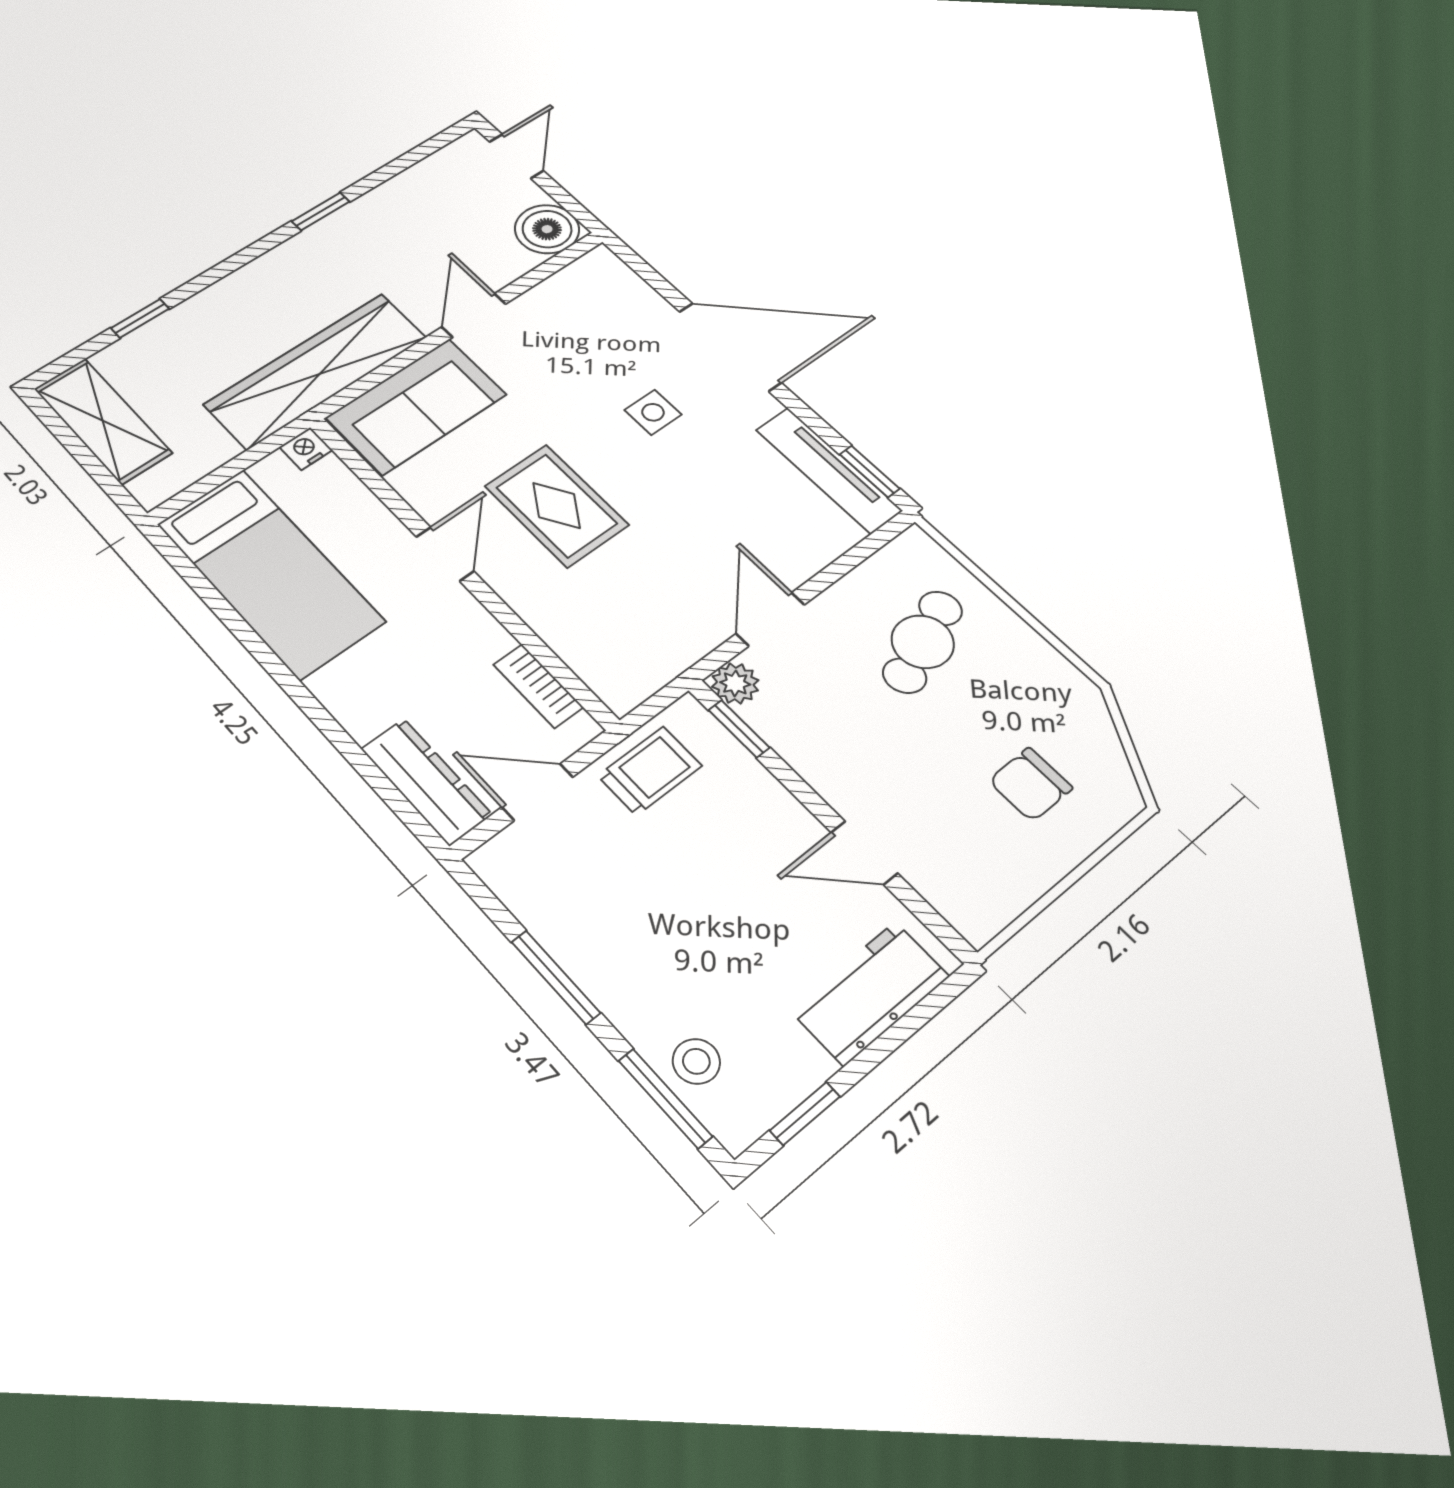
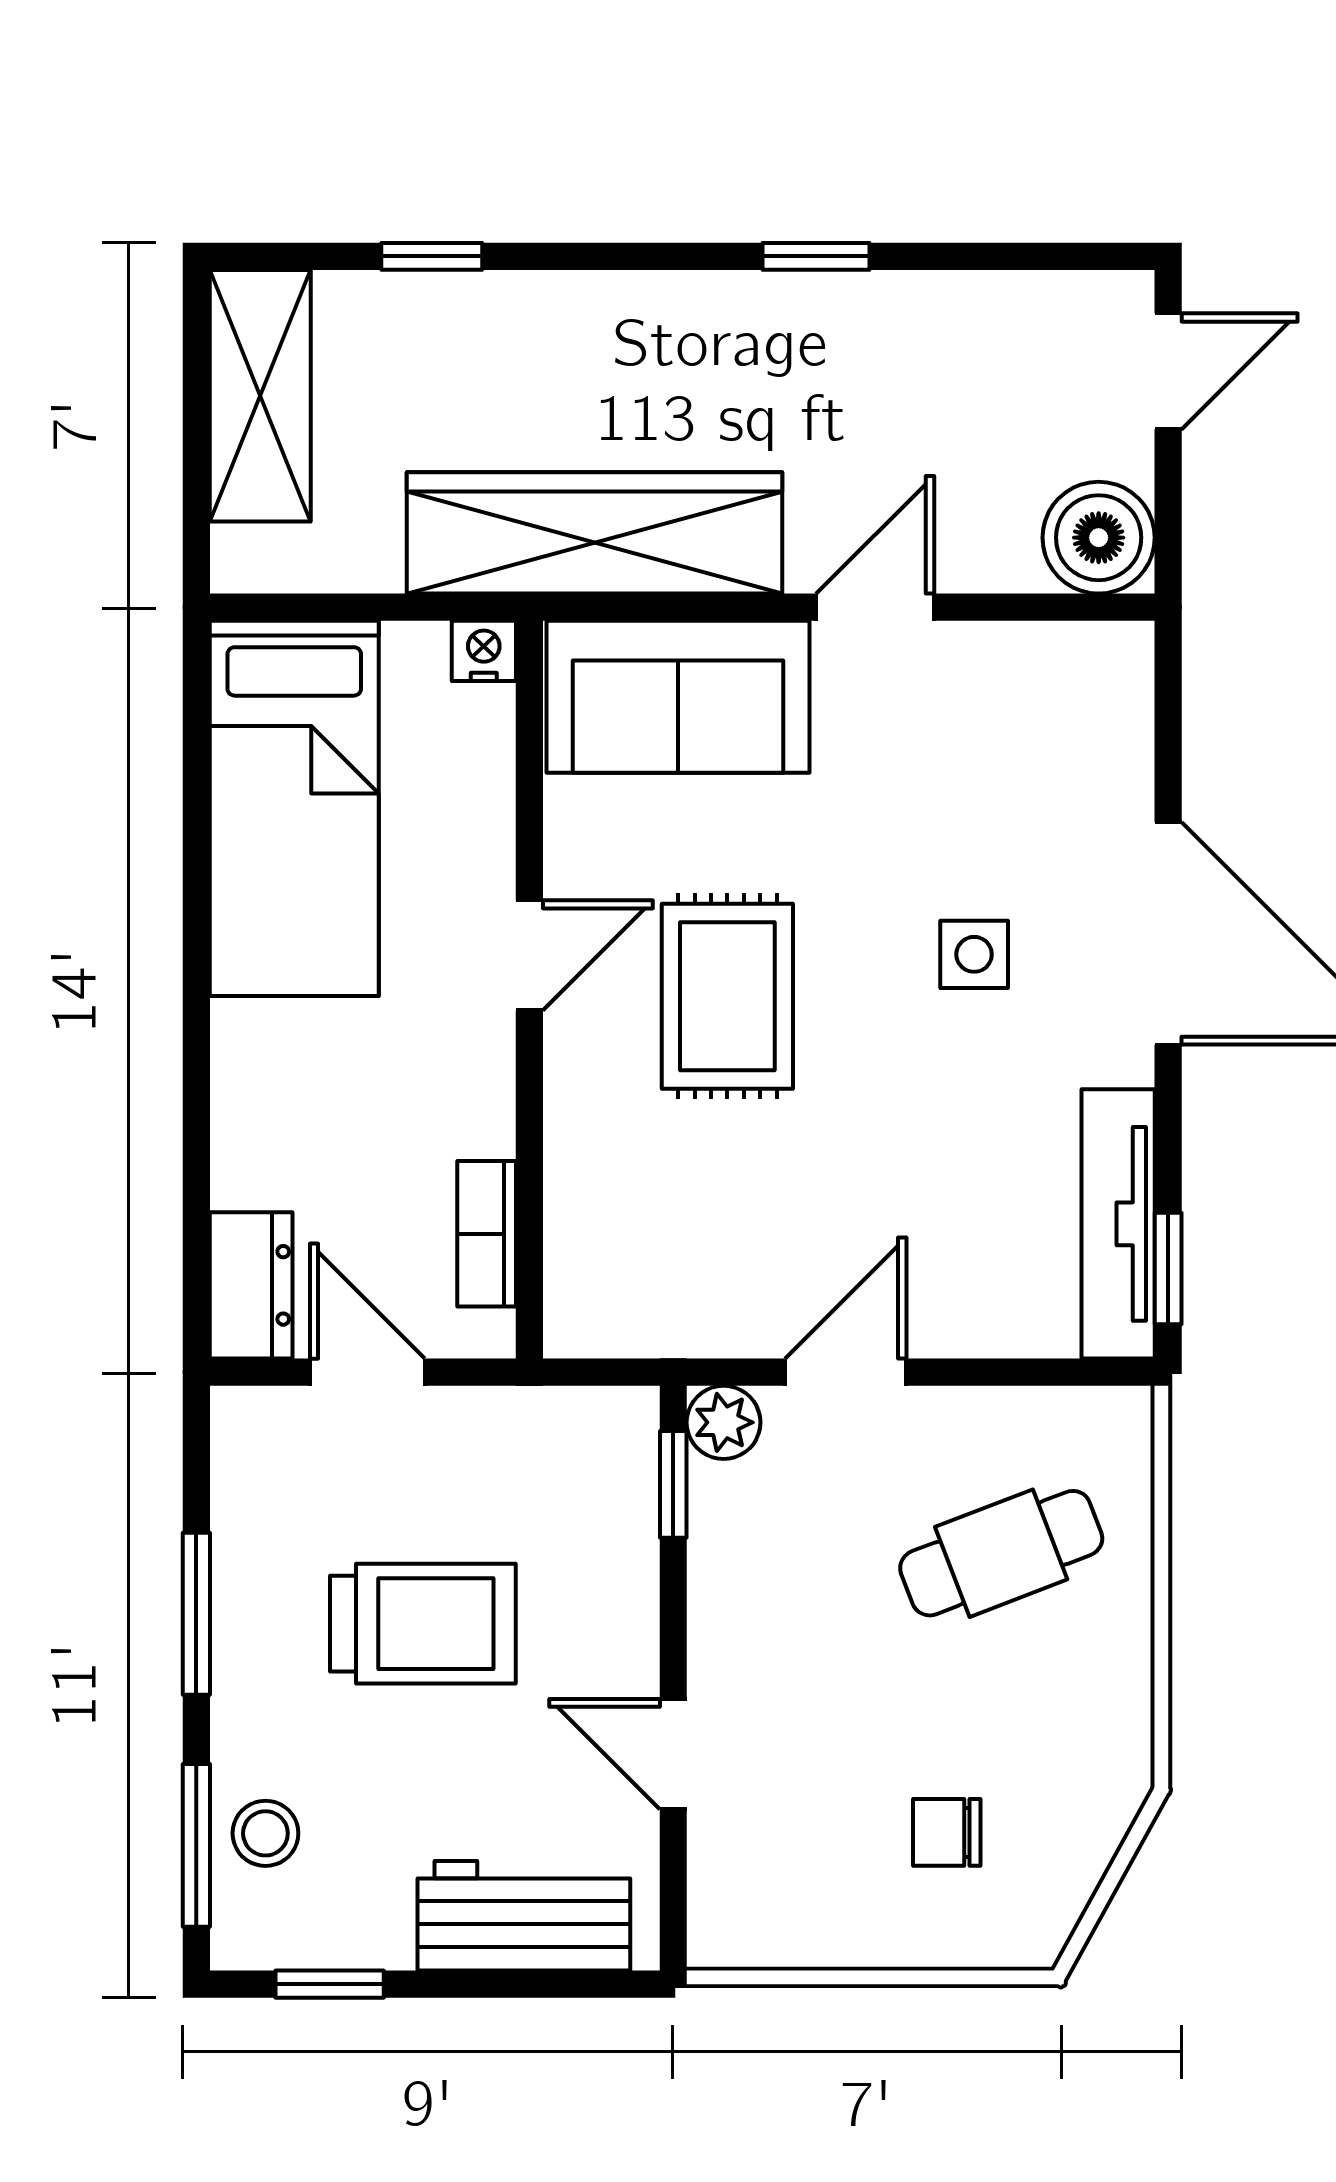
trolley: (650, 771) -> (423, 1624), moved, width x1.36, depth x1.39
dresser: (426, 781) -> (251, 1285), width x0.70
chair: (1030, 784) -> (947, 1832), width x0.73, depth x0.73

